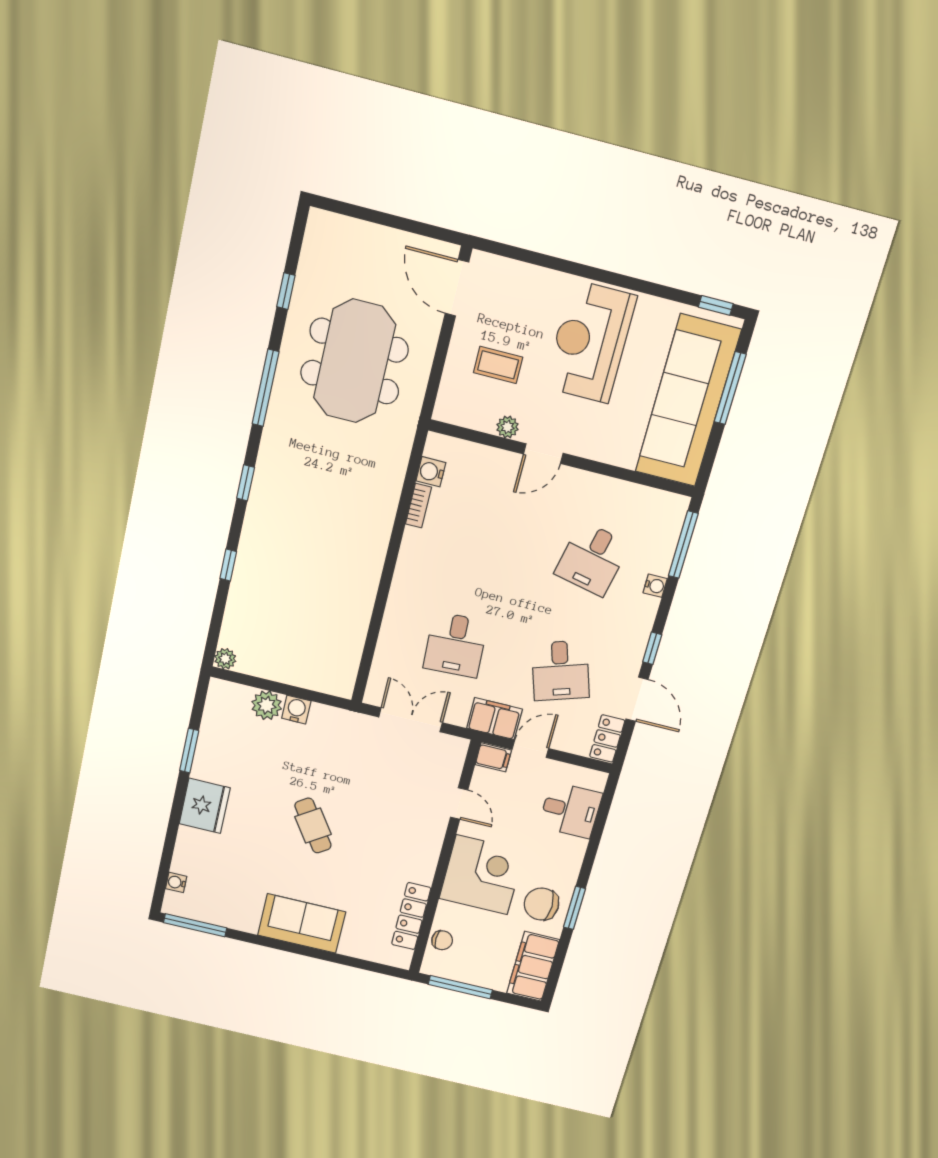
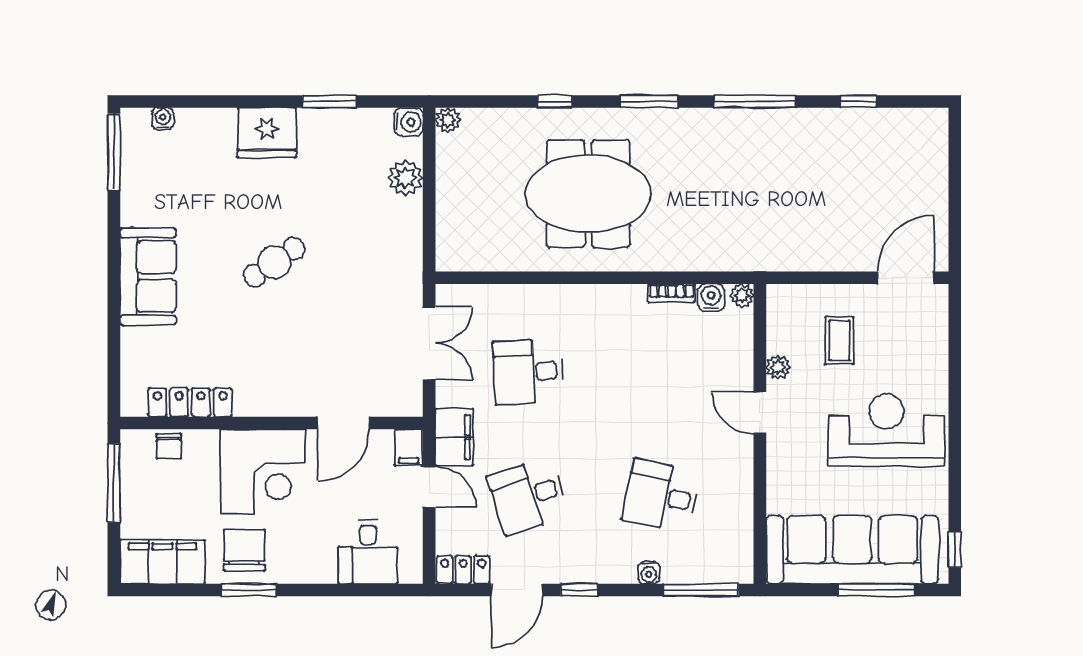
meeting table: (354, 361) -> (588, 194), moved
plant: (436, 444) -> (742, 296), added
window: (246, 483) -> (649, 102), width x1.50
water cooler: (296, 710) -> (409, 122), moved
door: (459, 804) -> (344, 423), width x1.38

